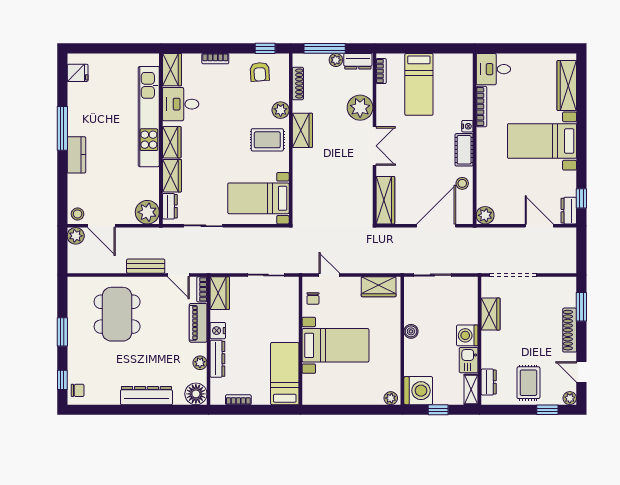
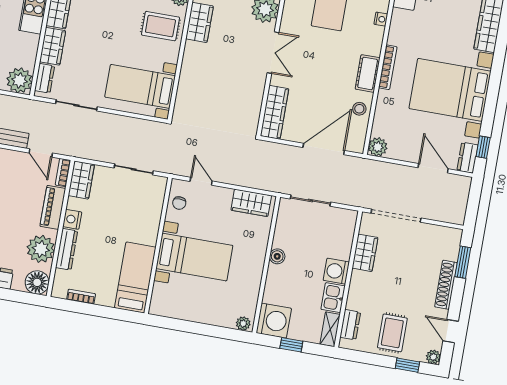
bookcase: (481, 107) -> (388, 67), moved
nightstand: (467, 126) -> (381, 19), moved
bed with nightstands: (542, 141) -> (450, 90), width x1.36
plant: (200, 363) -> (41, 249), width x1.88, depth x1.88

